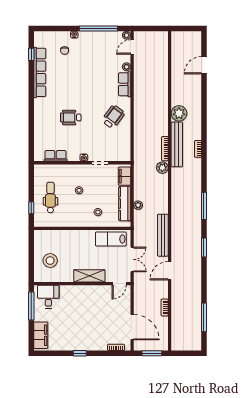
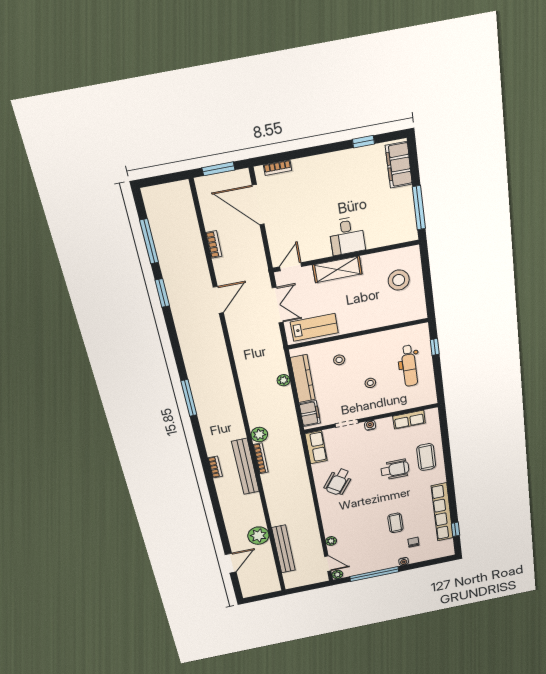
door: (132, 47) -> (328, 564), hinge flipped
coffee table: (76, 71) -> (395, 523), added
row of seats: (125, 84) -> (316, 447), moved
plant: (179, 113) -> (258, 536), moved
coffee table: (47, 123) -> (426, 457), added
bench: (163, 235) -> (284, 549), moved
window: (204, 247) -> (162, 293), moved
double door: (132, 259) -> (278, 305), swing flipped
desk: (48, 297) -> (347, 236), moved
window: (80, 353) -> (363, 142), moved

